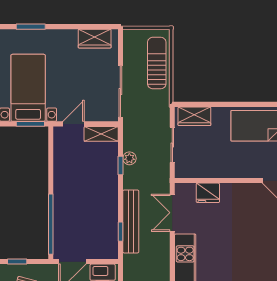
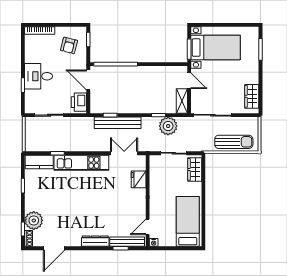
plant: (129, 158) -> (168, 126), width x1.88, depth x1.88

